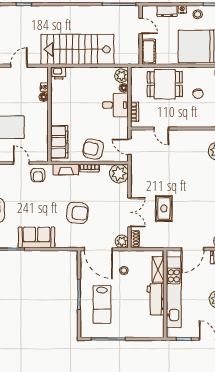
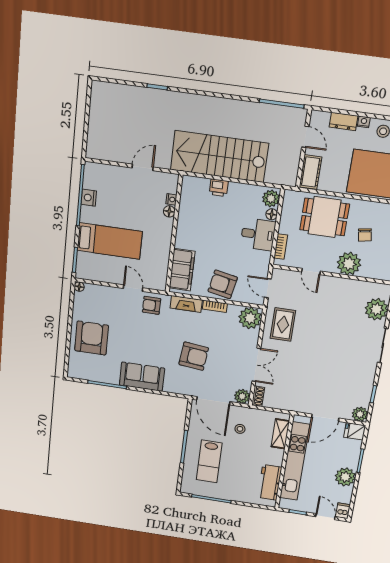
printer: (59, 73) -> (219, 188), moved
plant: (190, 118) -> (349, 264), added
armchair: (38, 175) -> (152, 305), turned 90
rug: (164, 208) -> (283, 325), moved
workbench: (156, 299) -> (270, 482), moved

